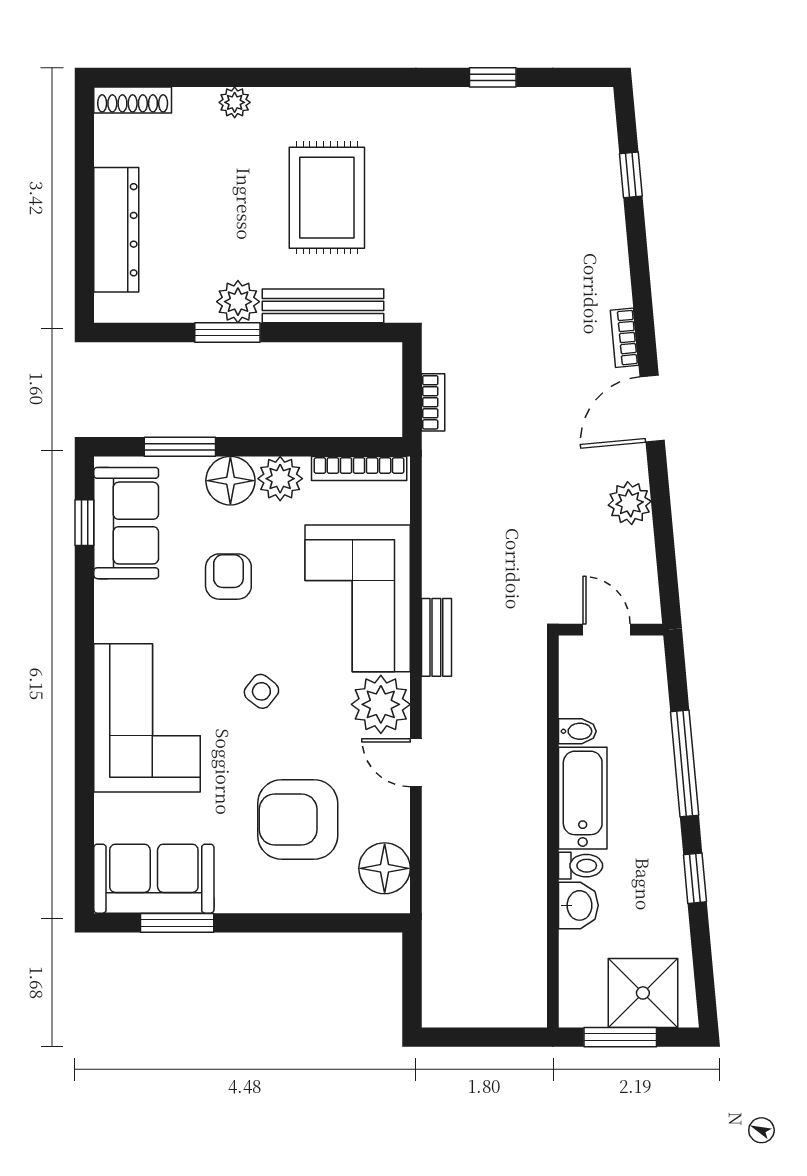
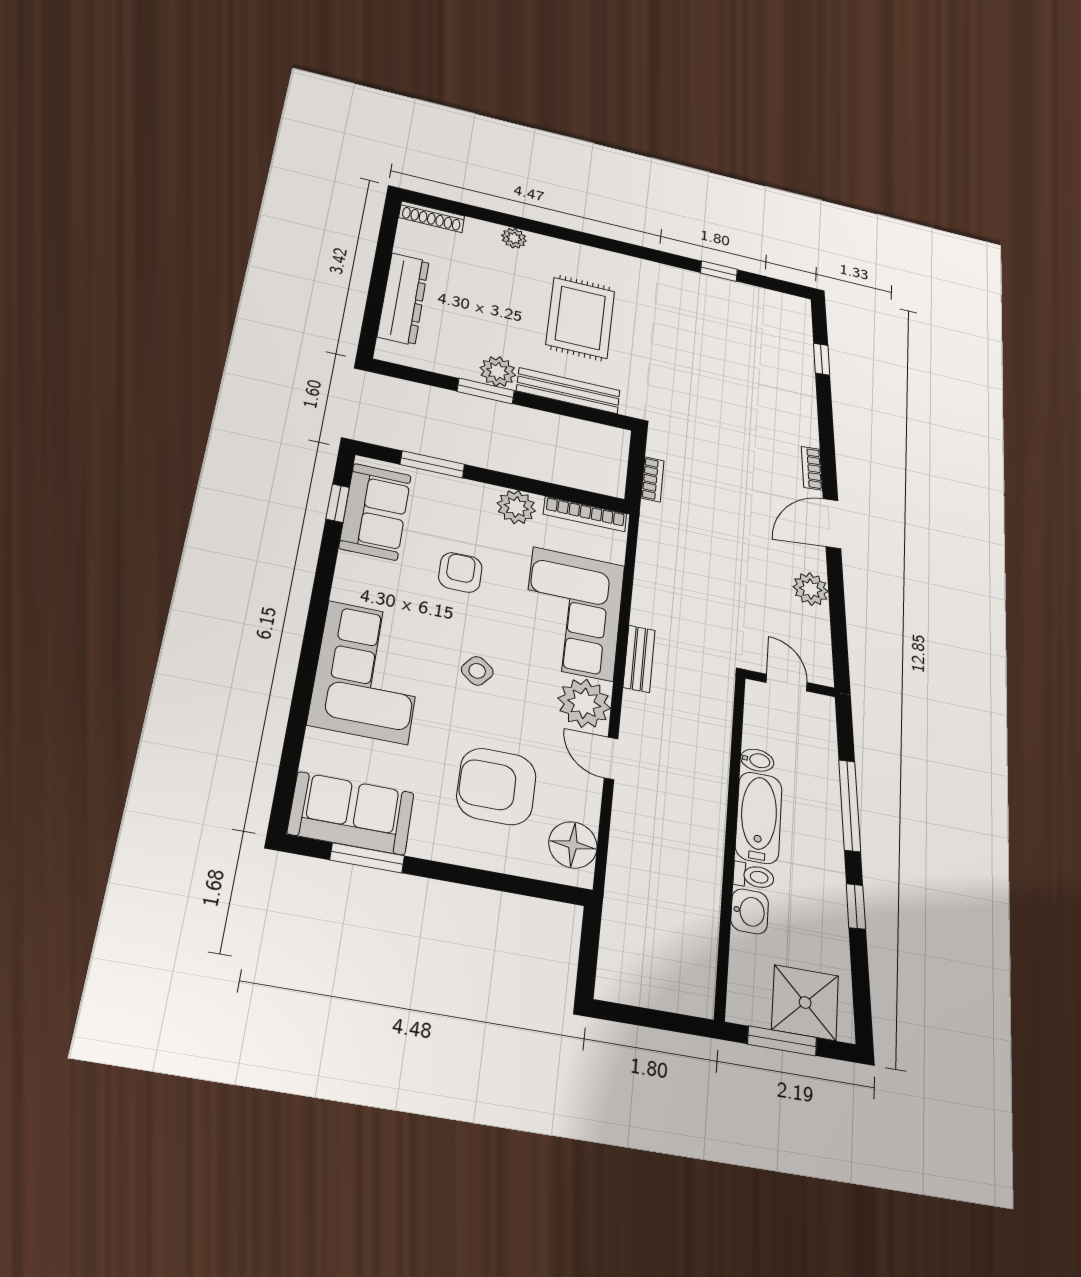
floor lamp: (230, 481) -> (473, 499), removed

